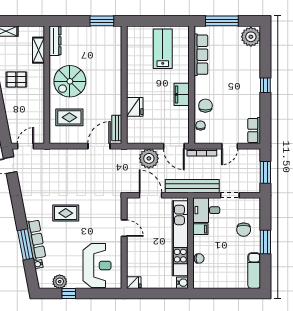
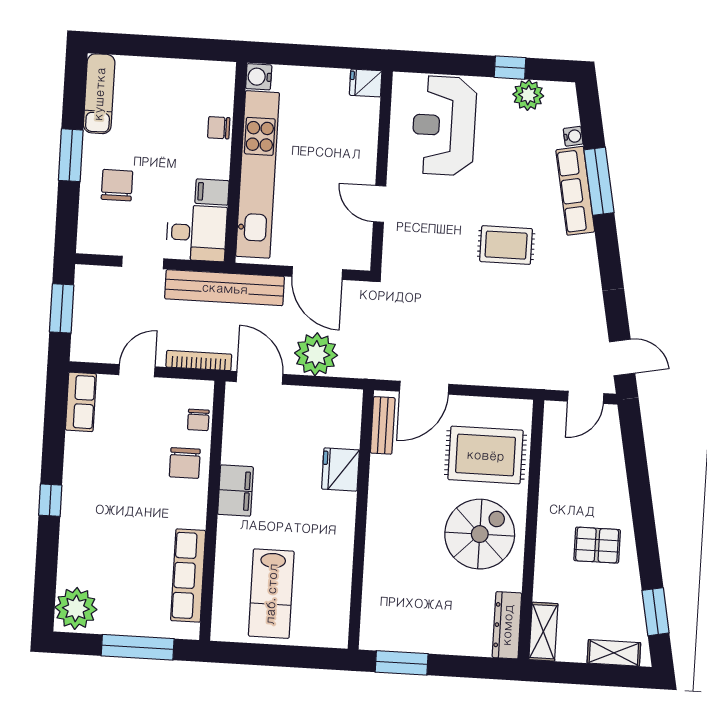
shelving: (38, 50) -> (543, 632), moved
rug: (69, 117) -> (486, 455), width x1.36, depth x1.43

